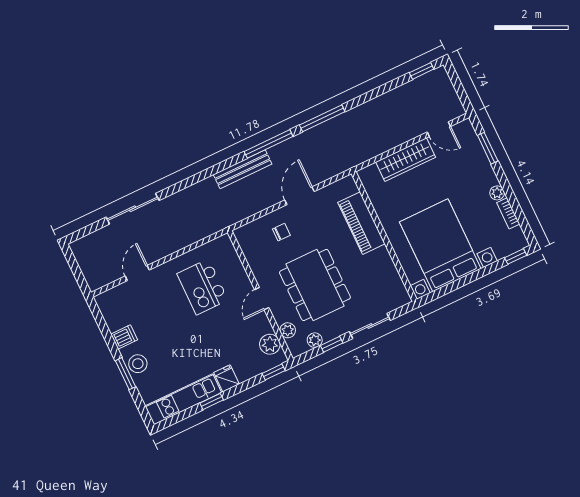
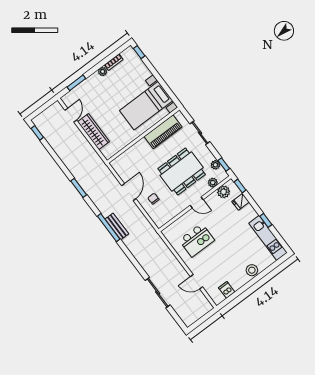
window: (322, 118) -> (79, 188), width x0.69
window: (269, 144) -> (109, 228), moved
bench: (243, 169) -> (117, 226), width x0.73
door: (300, 196) -> (129, 192), swing flipped
piano: (361, 223) -> (163, 132), moved
bed with nightstands: (440, 245) -> (146, 106), width x0.73
dishwasher: (124, 337) -> (227, 290), moved
window: (332, 344) -> (224, 164), moved
window: (126, 374) -> (260, 276), removed
fridge: (226, 378) -> (241, 202), moved

